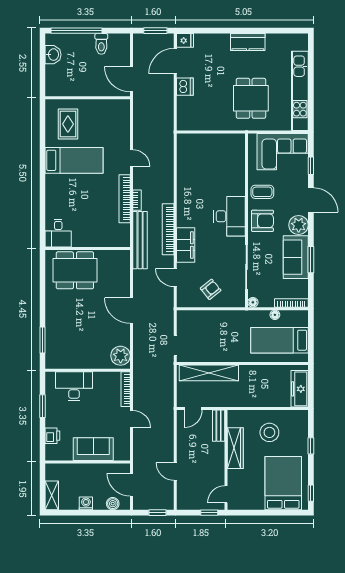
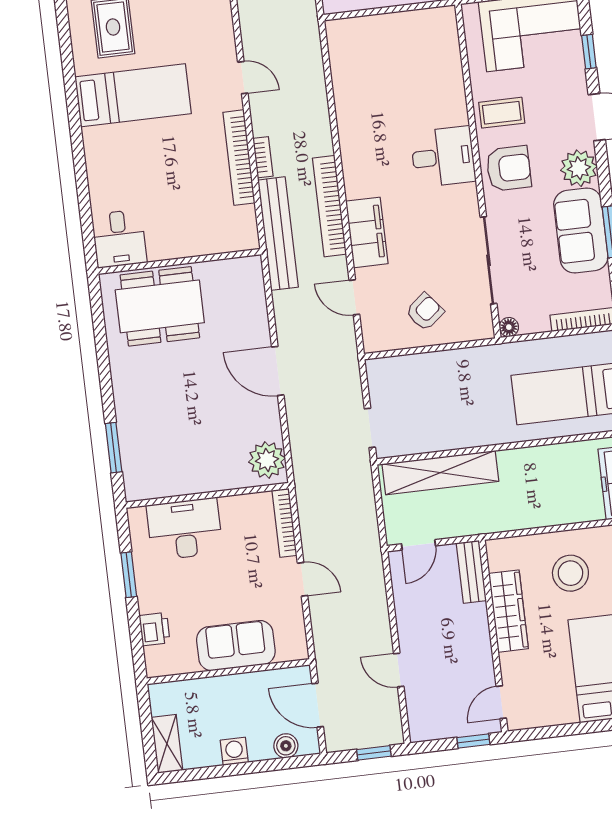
desk: (229, 216) -> (443, 157), width x0.73
floor lamp: (275, 315) -> (554, 346), removed

